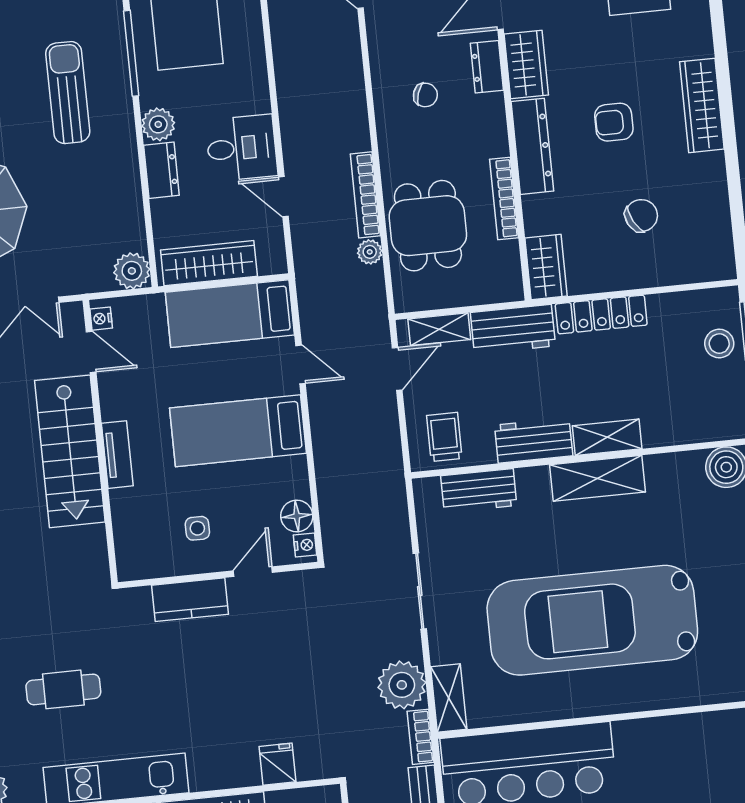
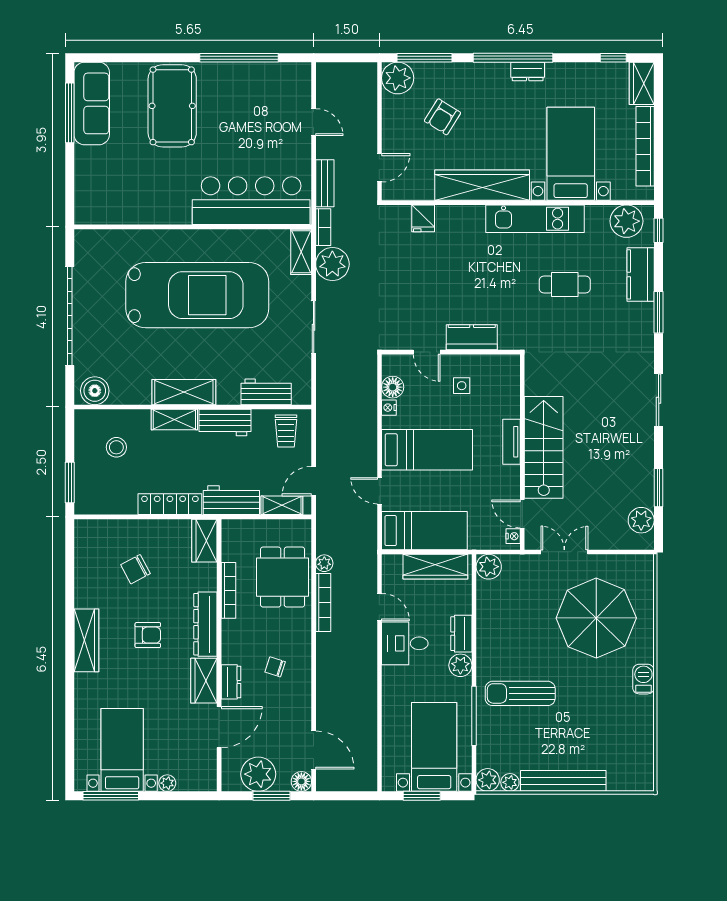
sun lounger: (68, 93) -> (520, 693), turned 90
stool: (719, 344) -> (116, 447), moved
nightstand: (305, 545) -> (389, 408), moved
door: (253, 572) -> (427, 352), hinge flipped

